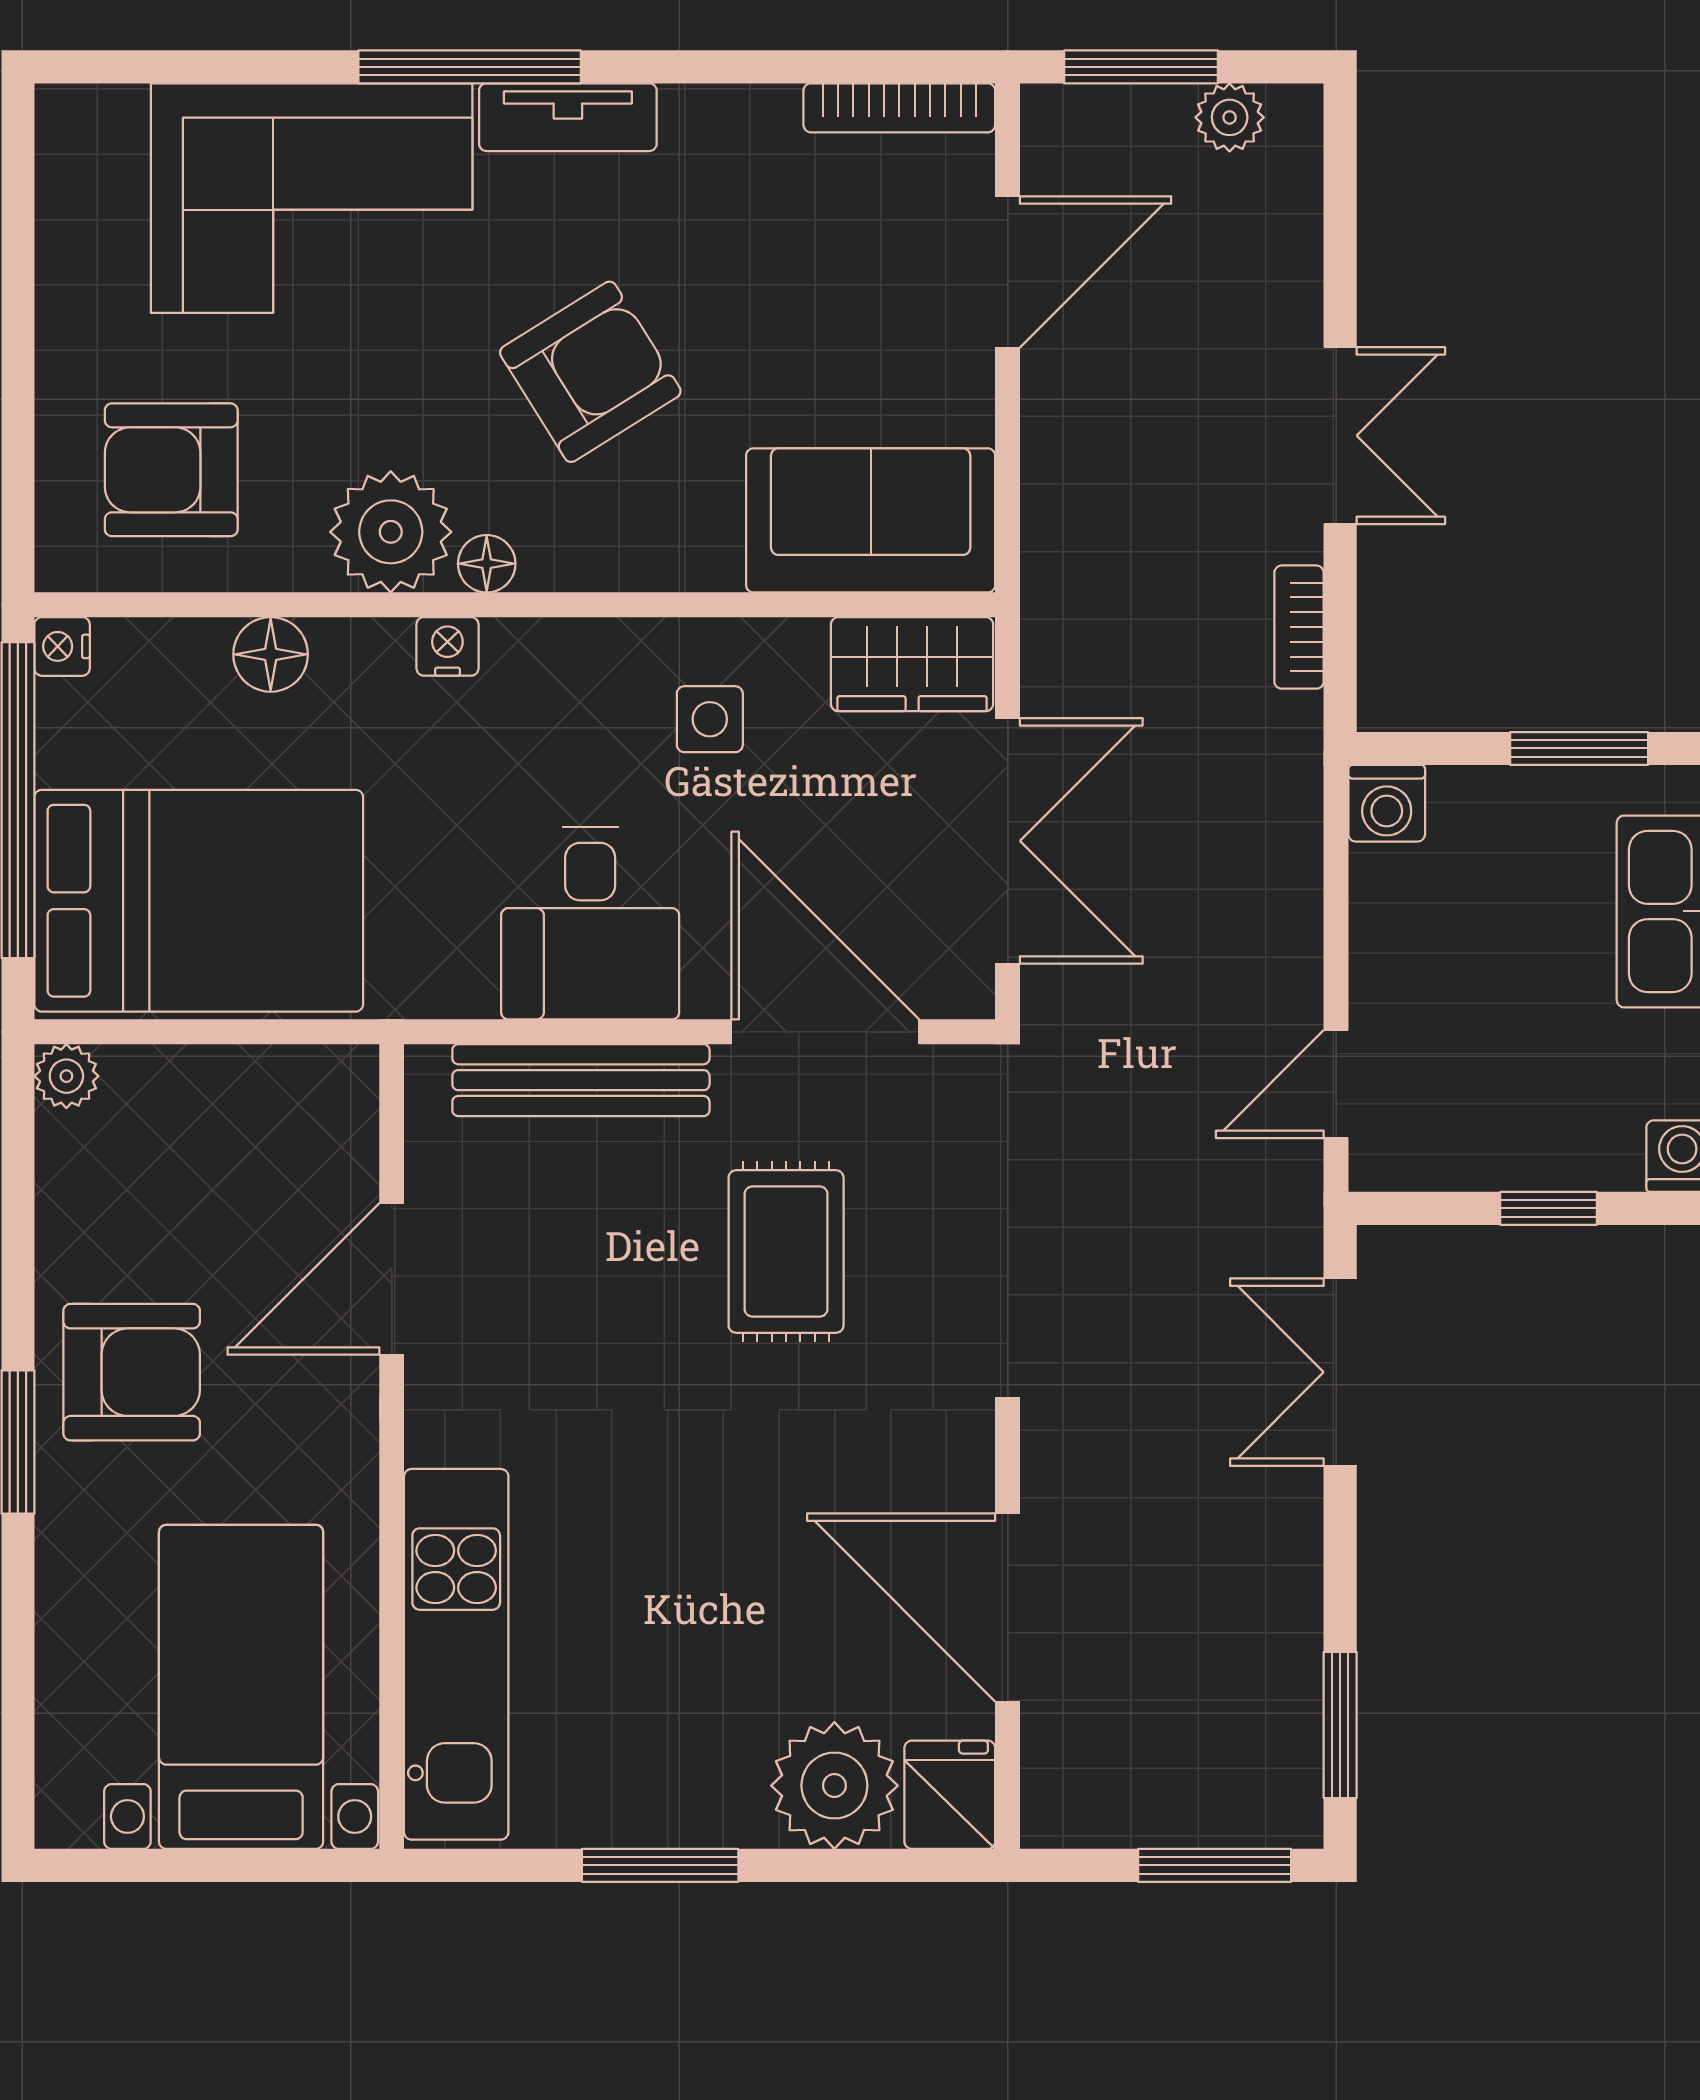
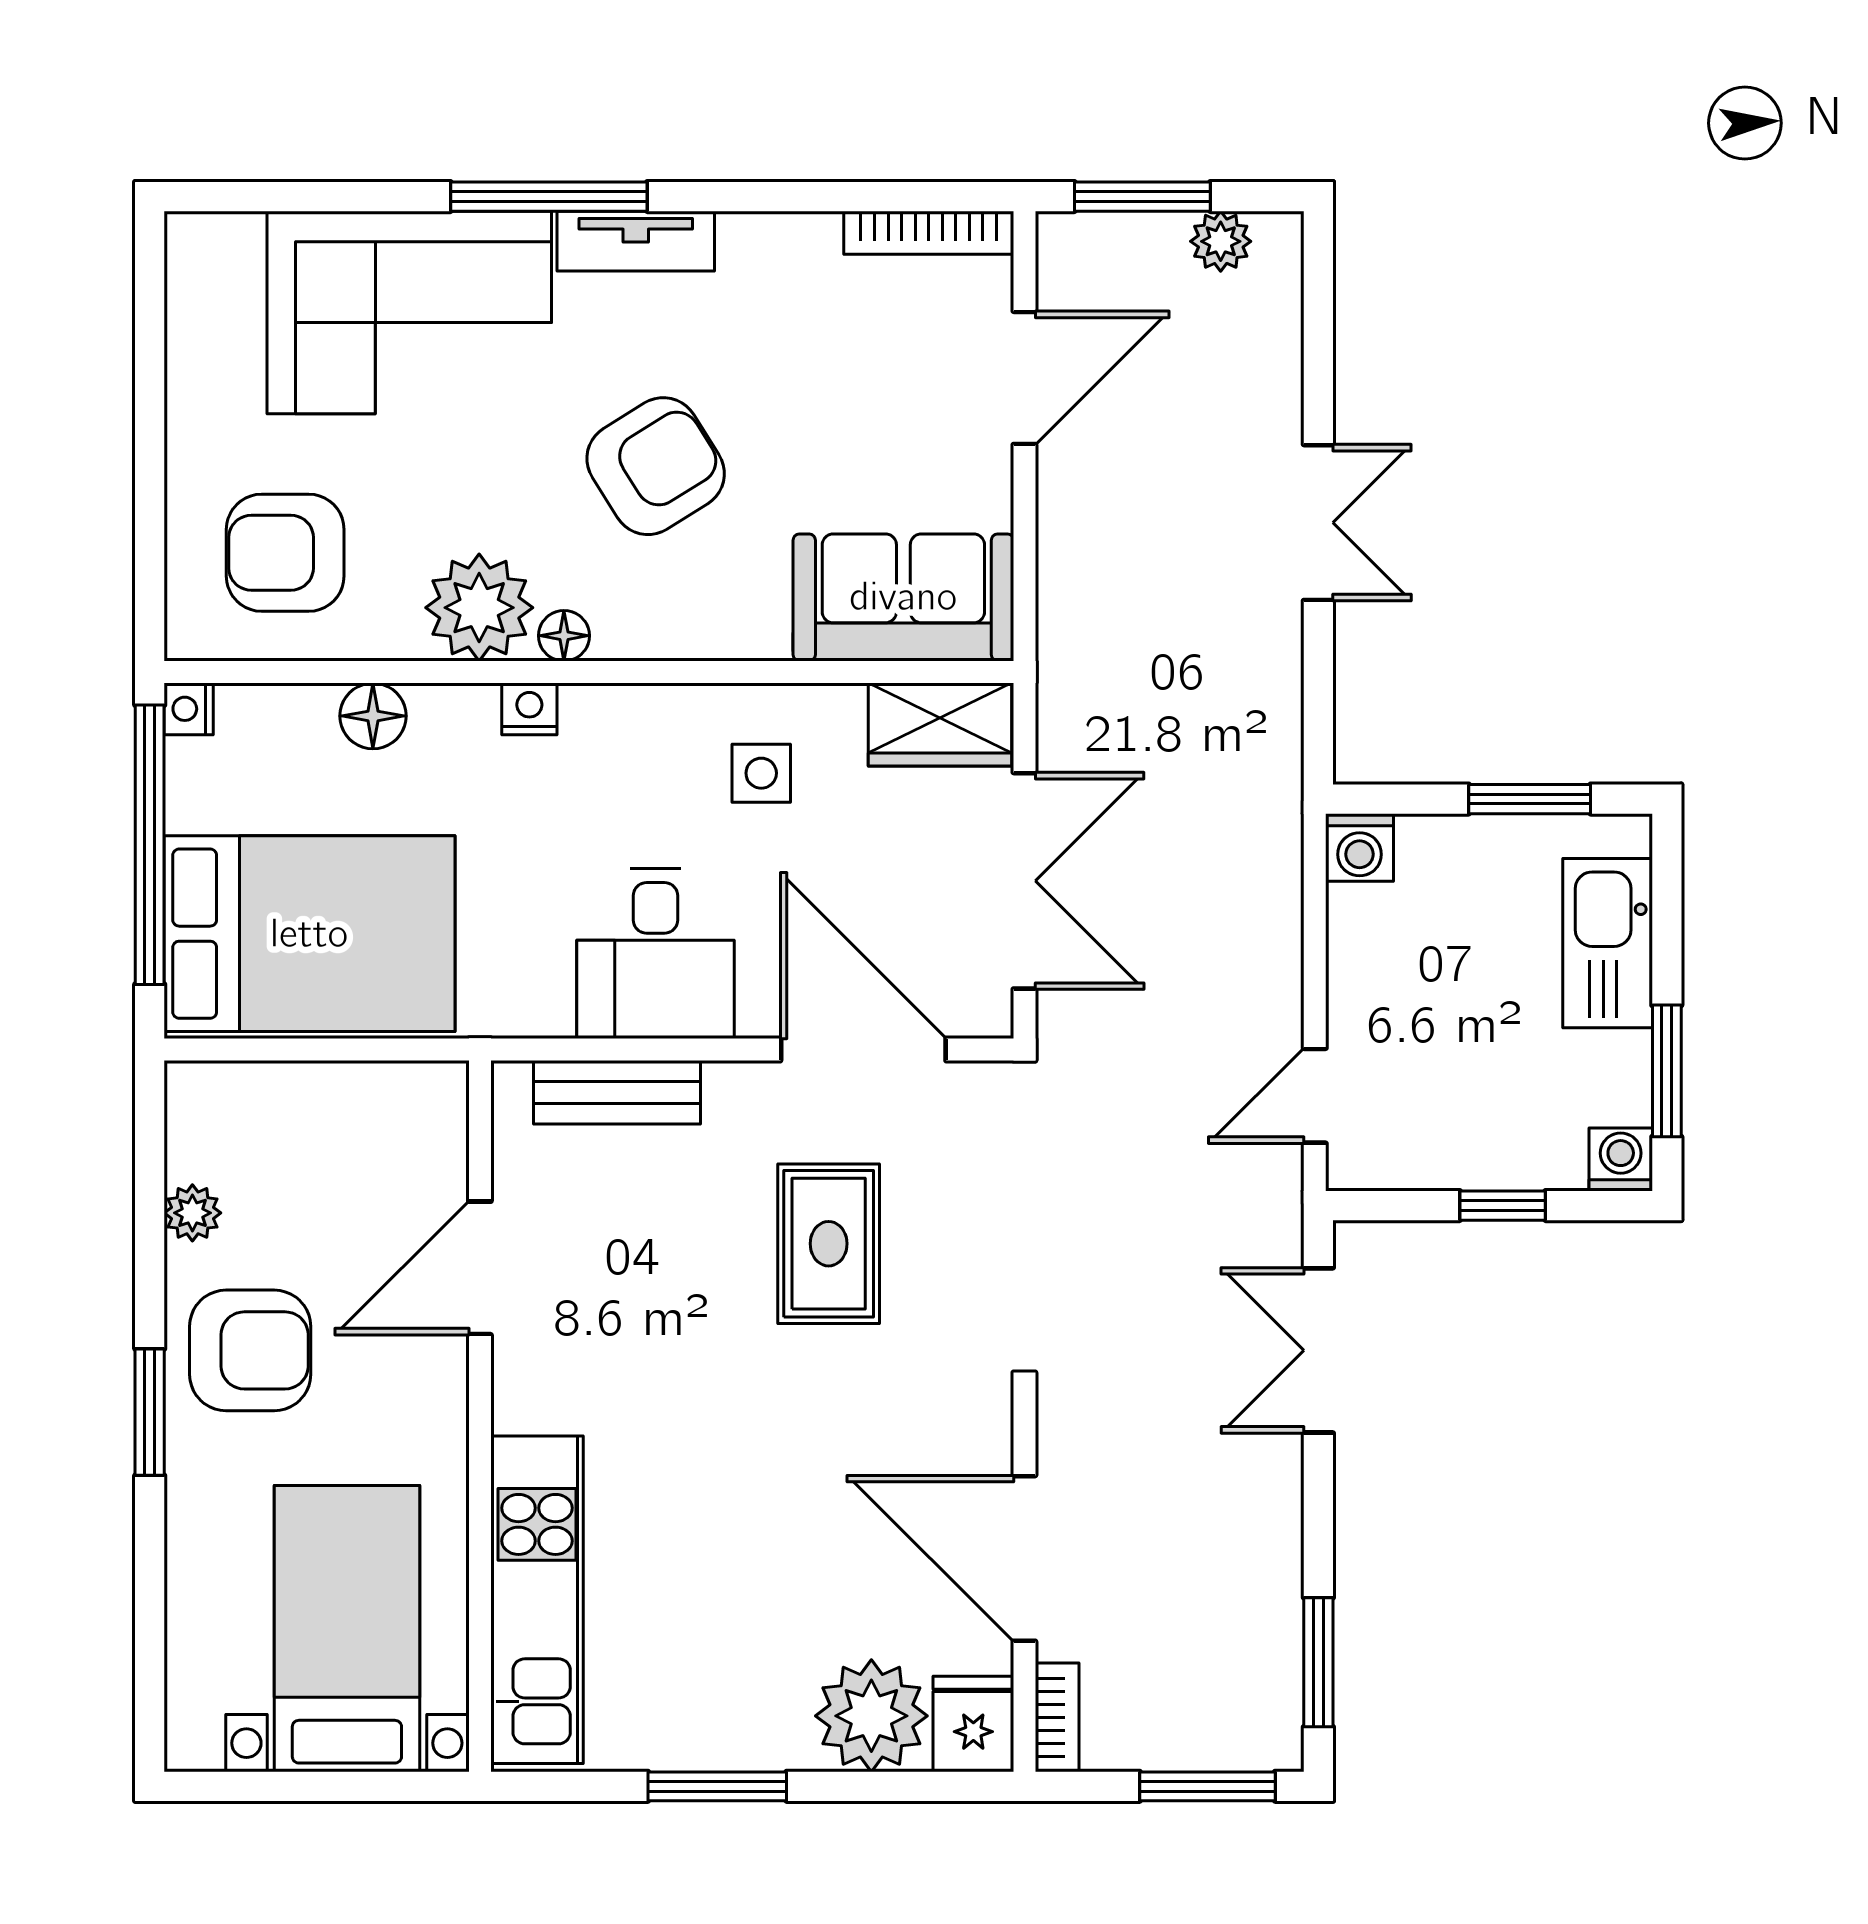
bookcase: (1299, 627) -> (1057, 1717), moved, turned 180
plant: (66, 1076) -> (192, 1213), moved
bench: (581, 1080) -> (617, 1092), width x0.73

